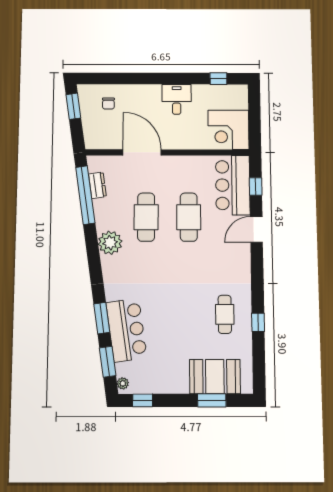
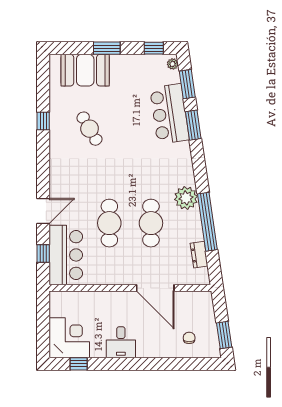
corner desk: (228, 130) -> (69, 338), moved
window: (85, 195) -> (207, 222), moved
cafe table: (225, 314) -> (90, 129), moved, turned -30
window: (212, 400) -> (107, 48), moved

